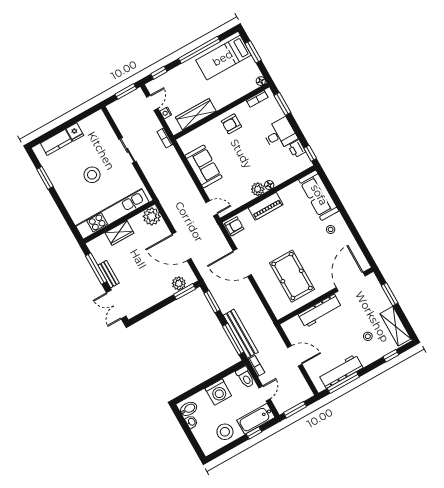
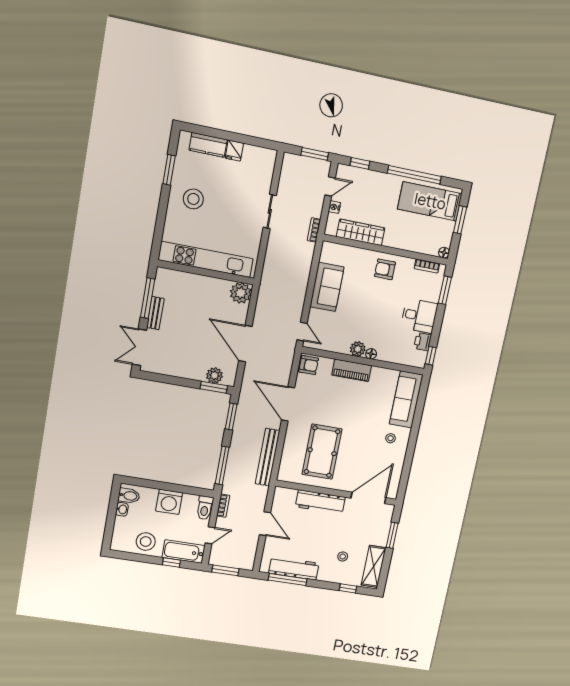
stool: (92, 175) -> (193, 199), moved
wardrobe: (119, 233) -> (198, 283), removed
bench: (241, 334) -> (268, 457), moved

